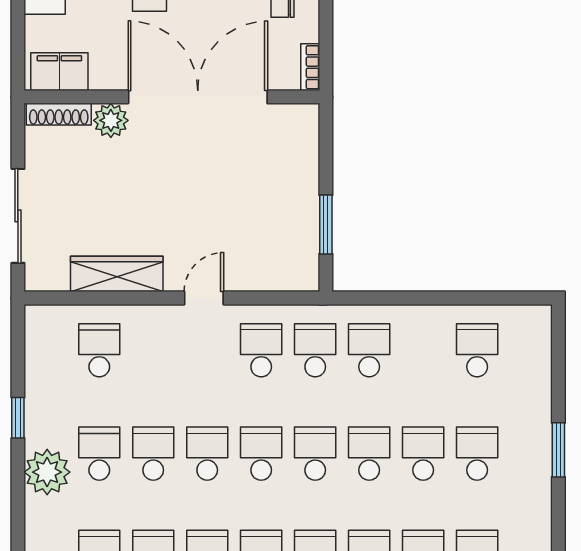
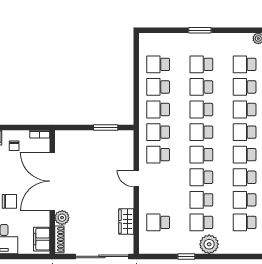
sliding door: (18, 216) -> (102, 256), width x1.36
wardrobe: (117, 274) -> (126, 222), width x0.67
school desk: (423, 350) -> (158, 87), added

